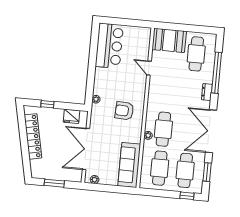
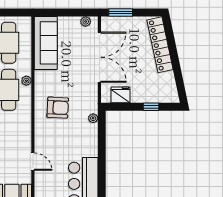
locker: (33, 136) -> (160, 45), moved
window: (54, 183) -> (121, 13), moved

